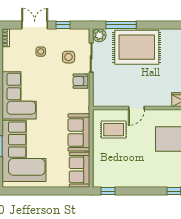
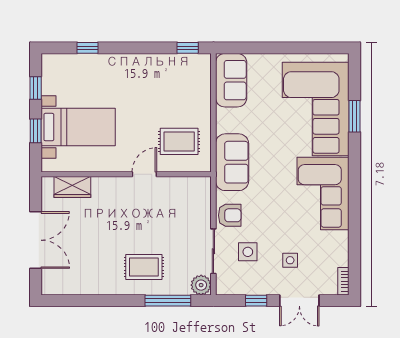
rug: (137, 47) -> (144, 267), width x0.54, depth x0.49
sofa: (79, 132) -> (232, 162), moved

